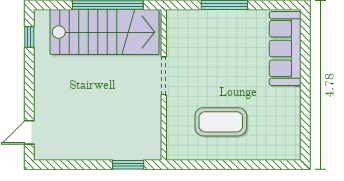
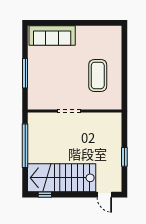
stairs: (104, 32) -> (62, 178), moved, turned -90
window: (128, 165) -> (124, 157), moved

